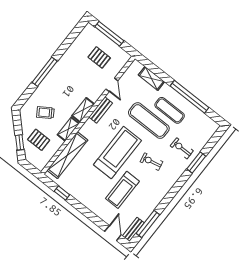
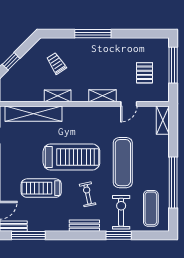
shelving: (151, 78) -> (163, 120), moved
shelving: (83, 110) -> (102, 96), moved
bench: (101, 110) -> (84, 226), moved
exercise mat: (170, 110) -> (151, 208), moved
pallet: (39, 140) -> (27, 77), removed
exercise bike: (182, 148) -> (121, 212), width x1.38, depth x1.39

